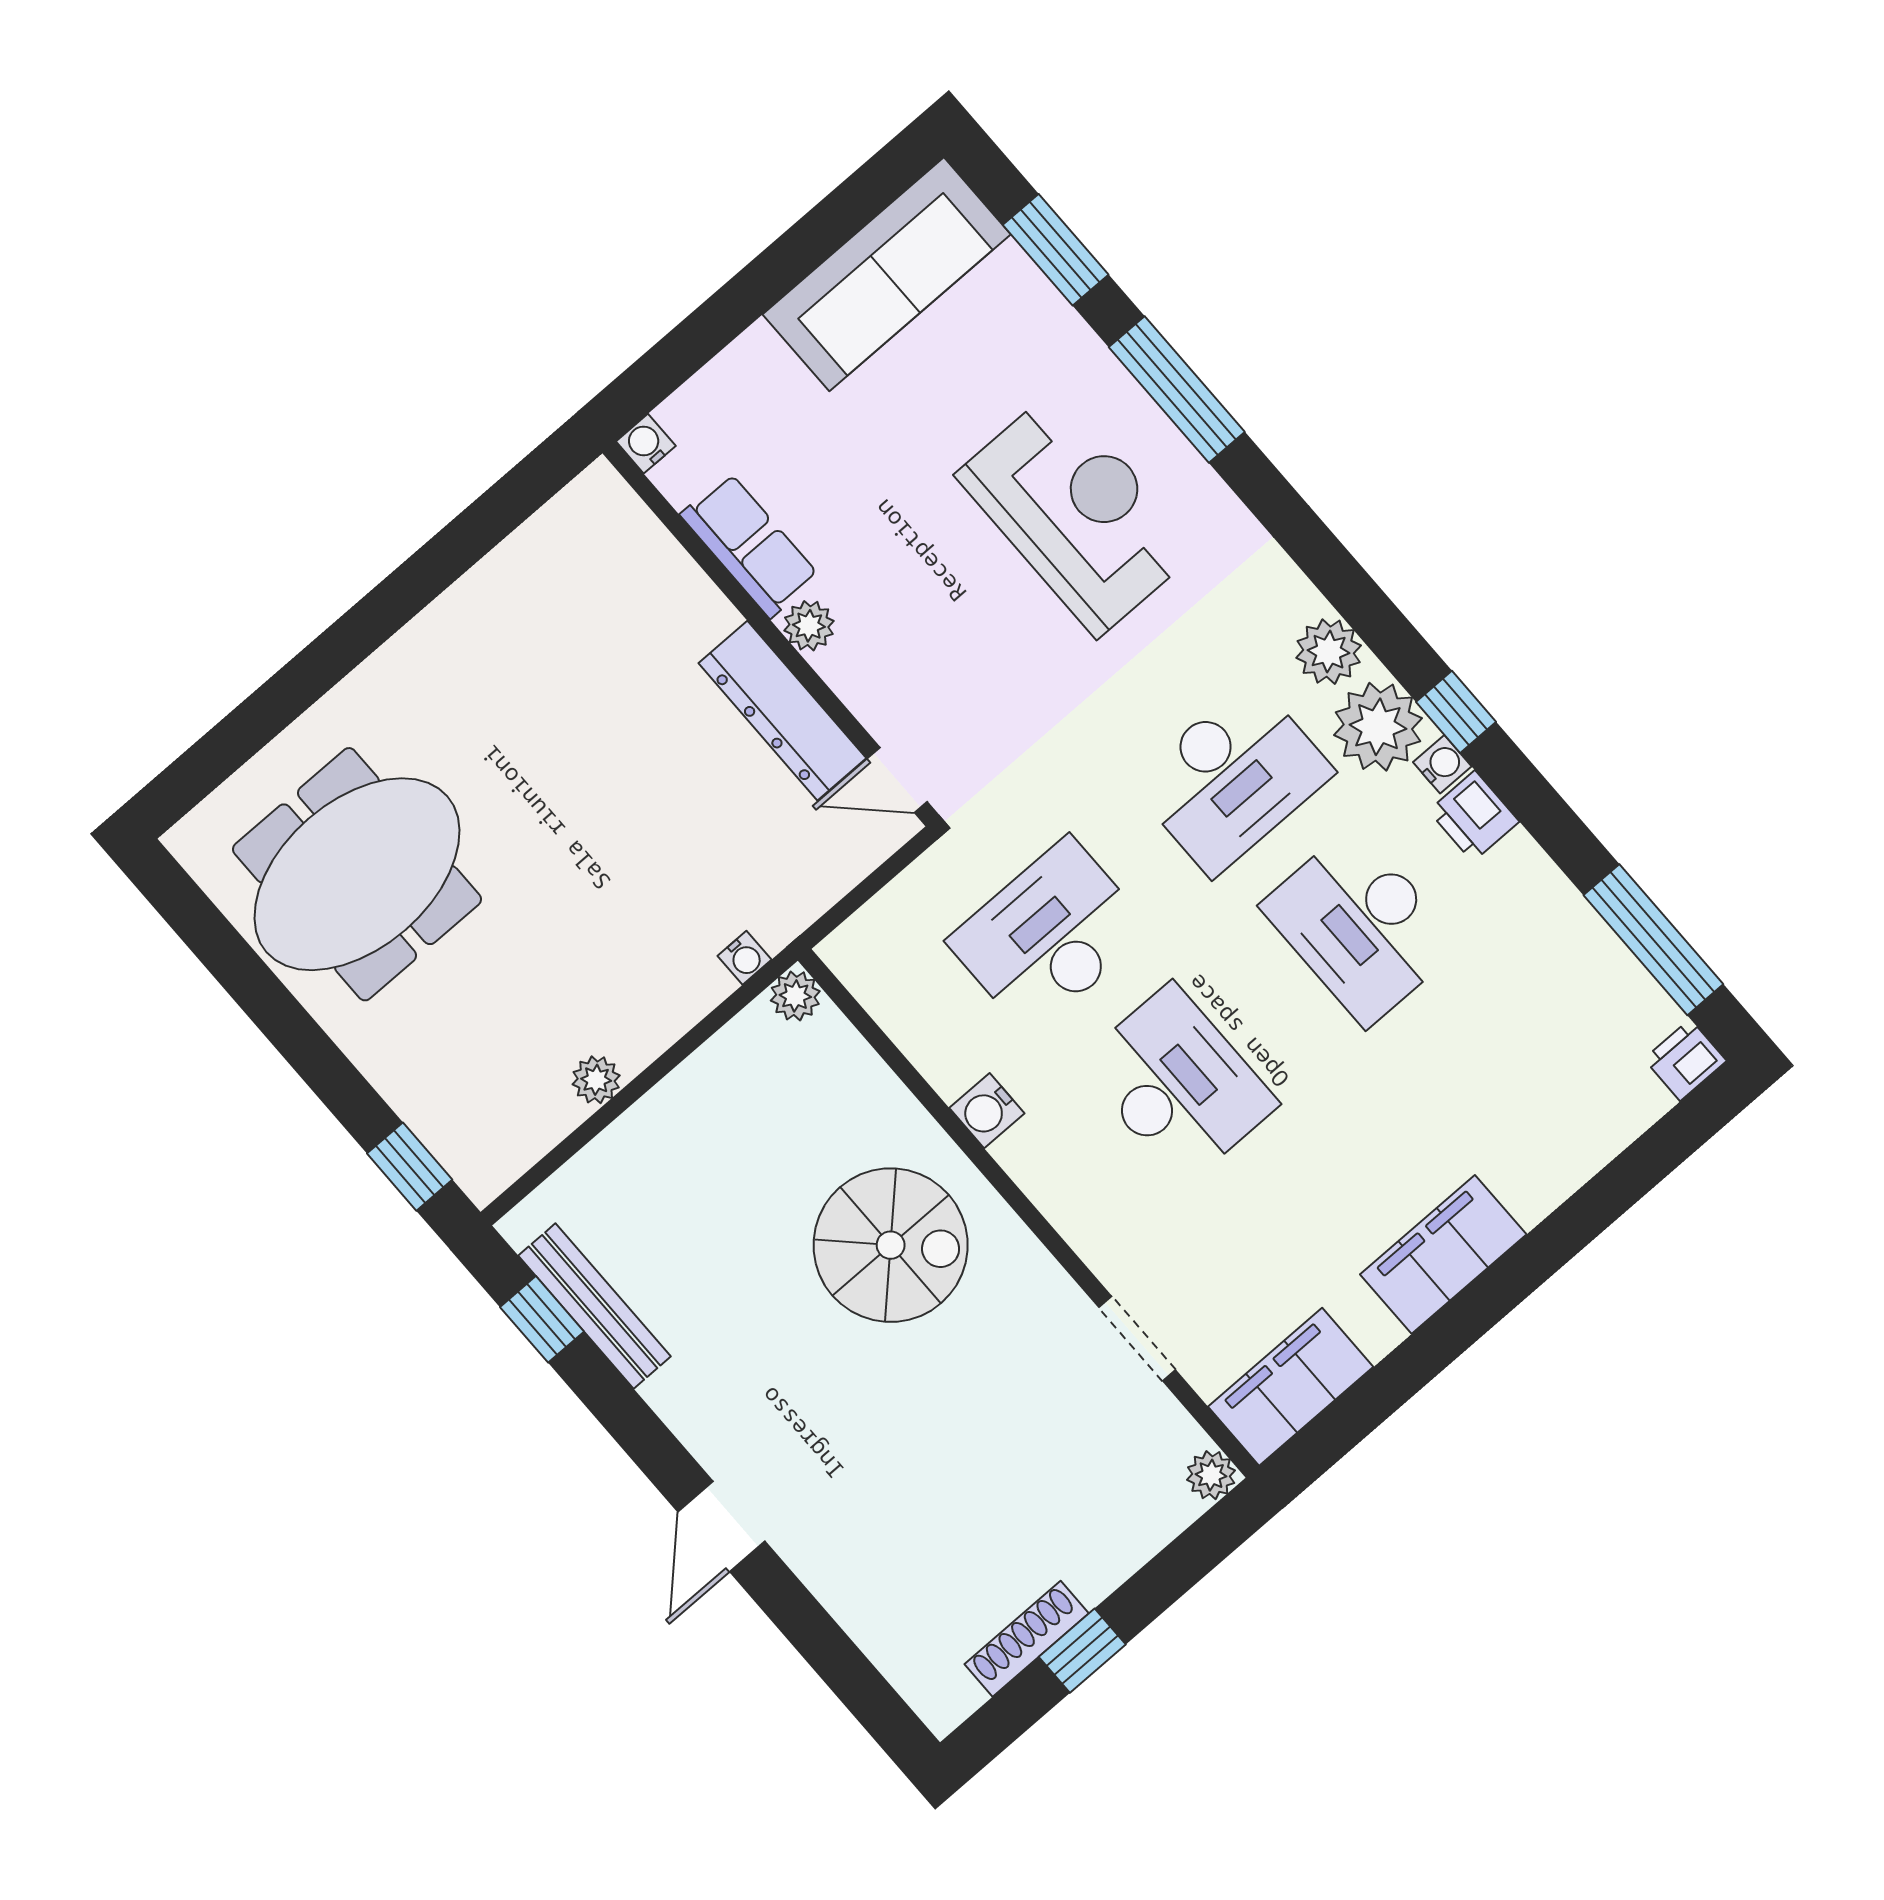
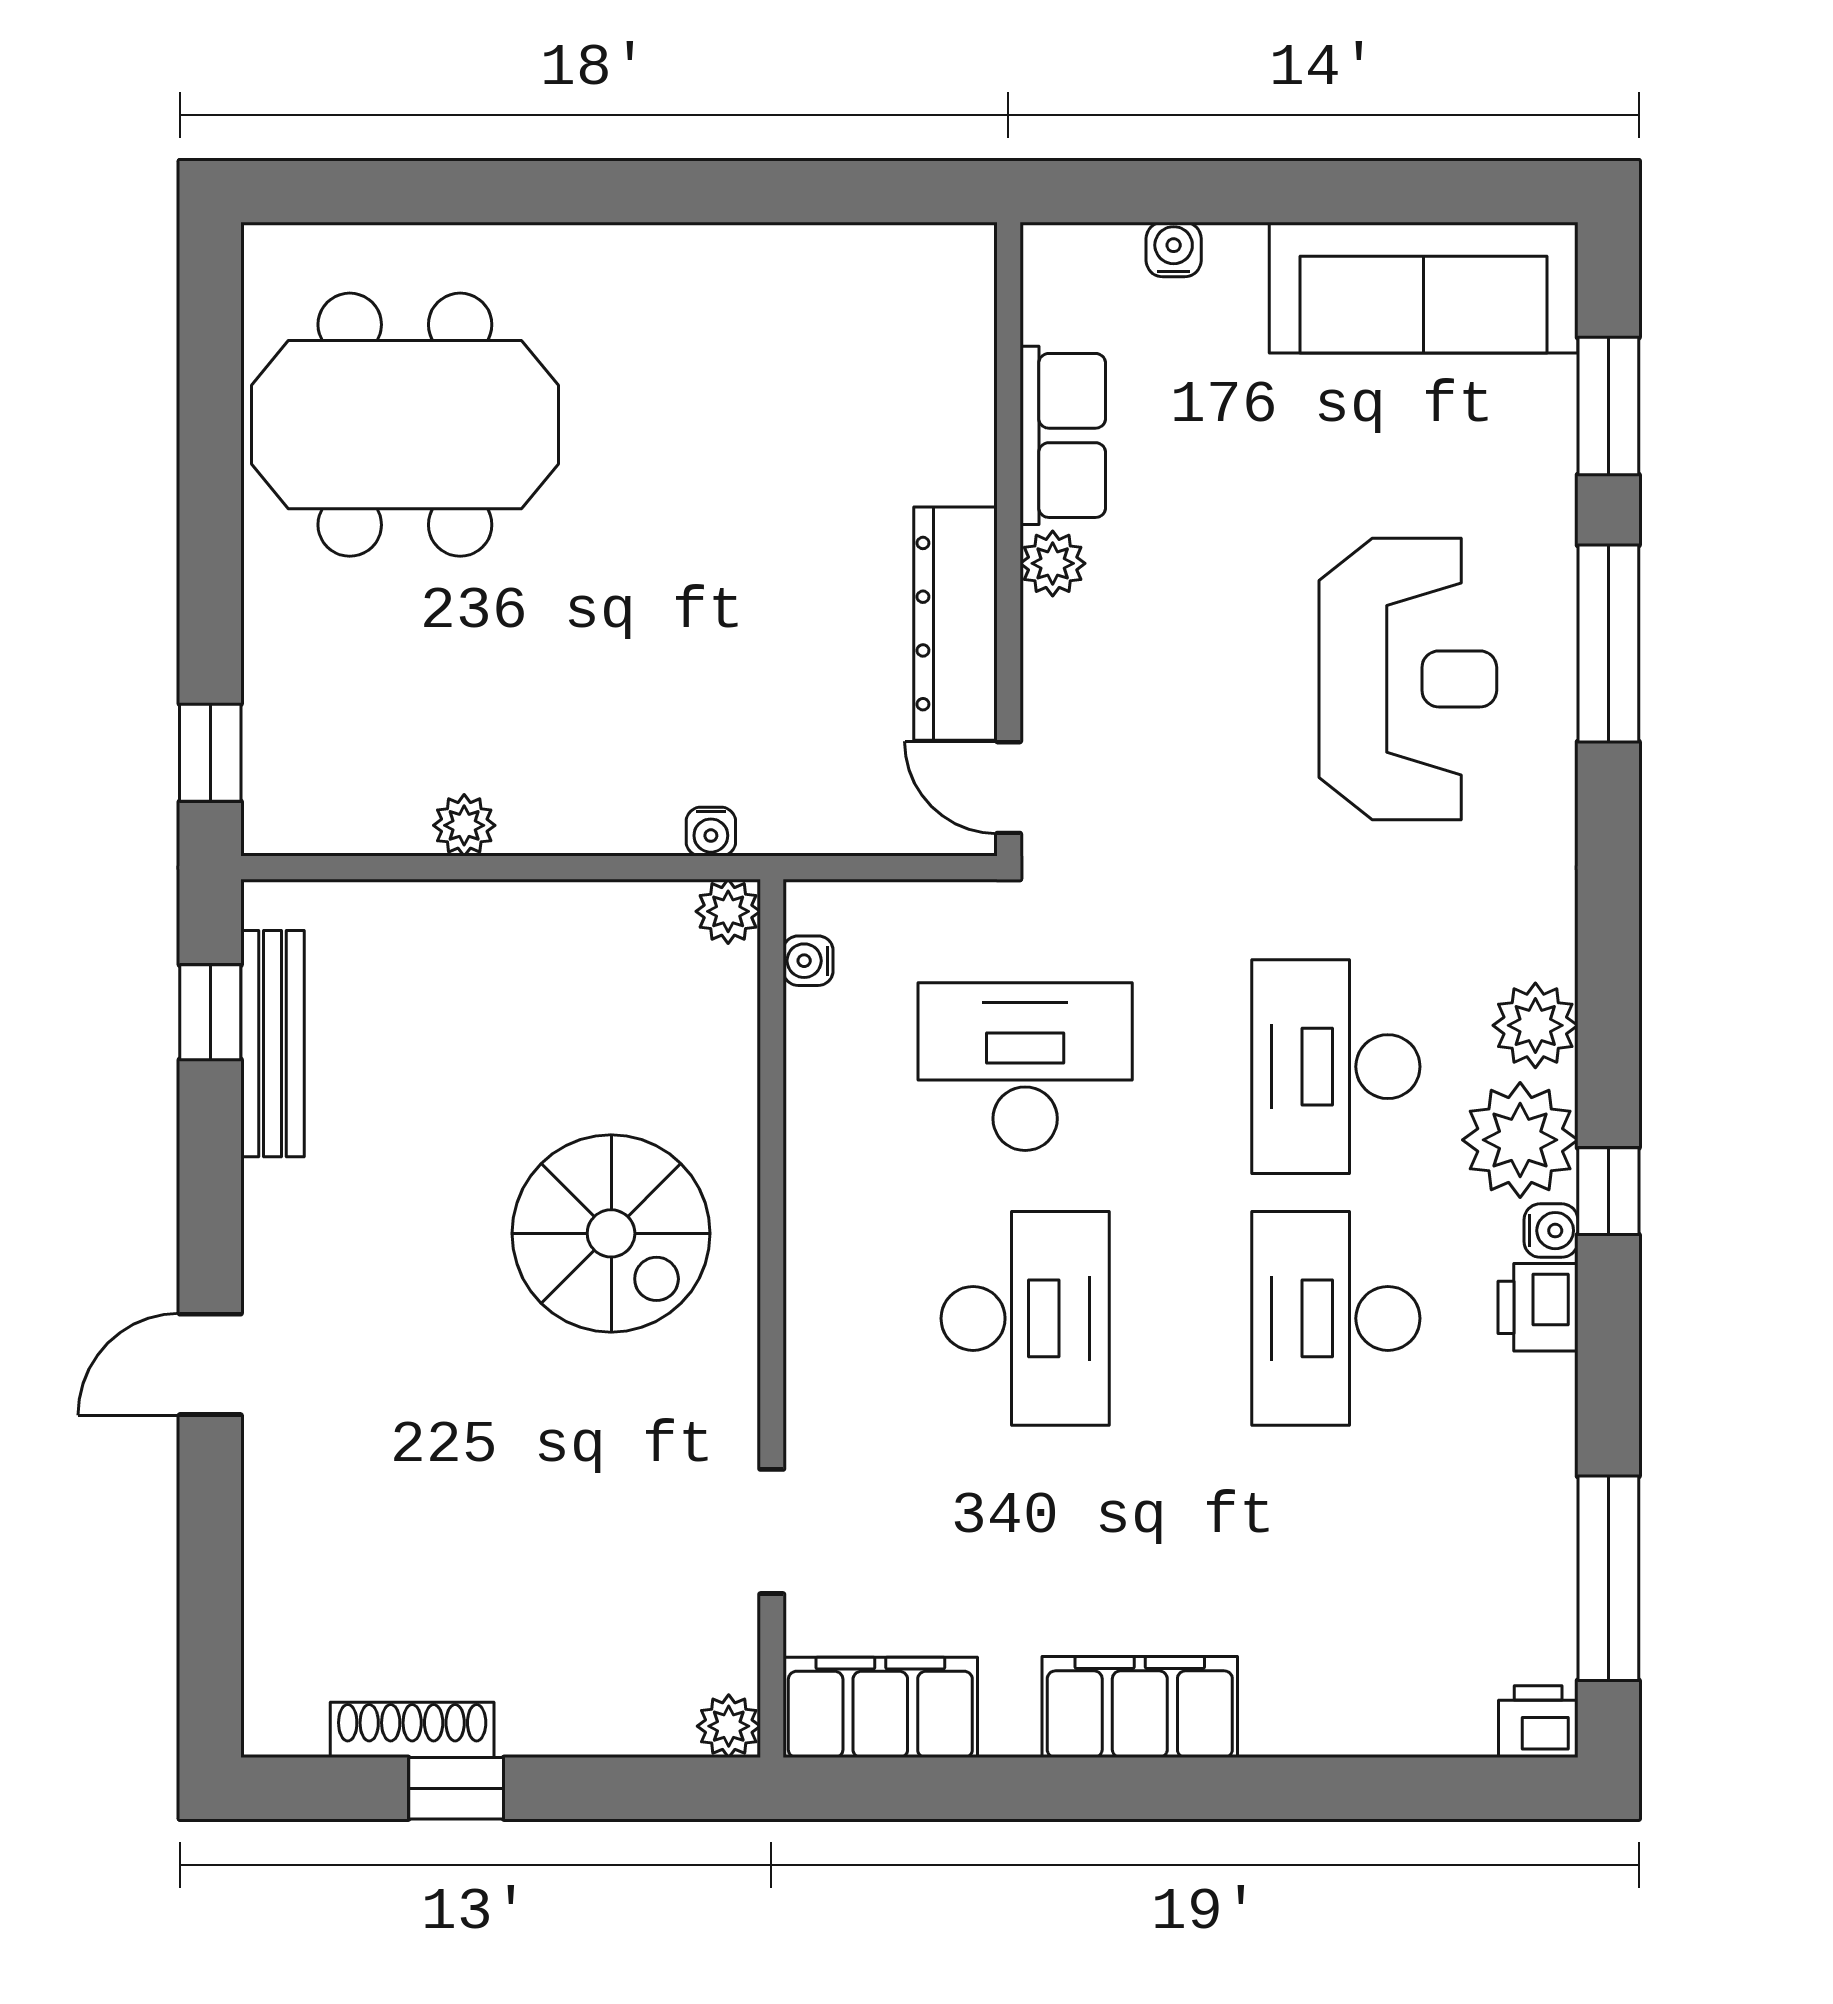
water cooler: (646, 444) -> (1174, 250), moved
desk: (1232, 777) -> (1336, 1067), turned 90
water cooler: (987, 1111) -> (808, 961), moved, width x0.72, depth x0.72

